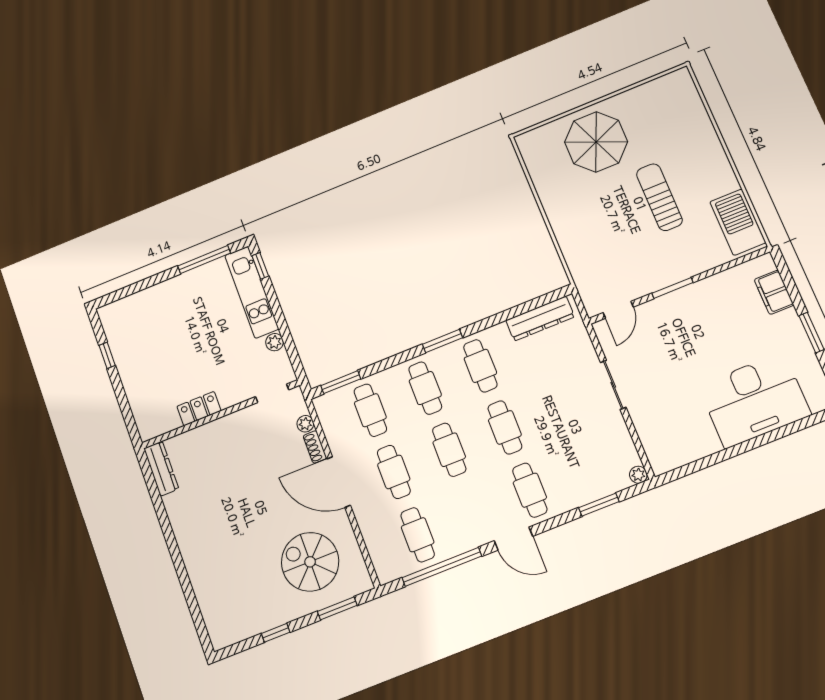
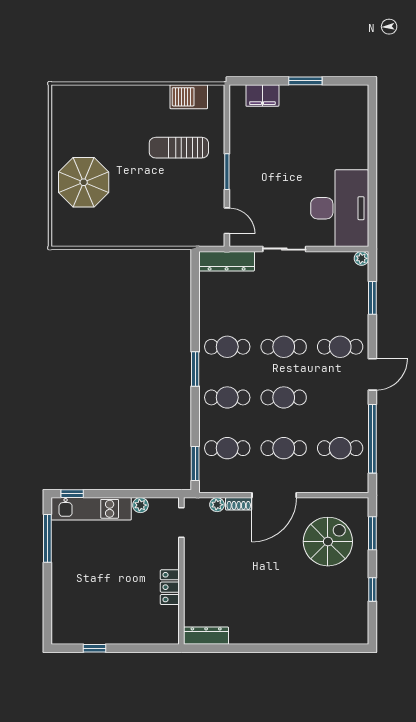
sun lounger: (659, 197) -> (179, 148), moved
barbecue: (738, 222) -> (189, 97), width x0.73, depth x0.83
dresser: (540, 319) -> (227, 261), moved, turned 90
desk: (754, 400) -> (340, 208), moved
spiral stairs: (310, 562) -> (328, 542), turned 180

